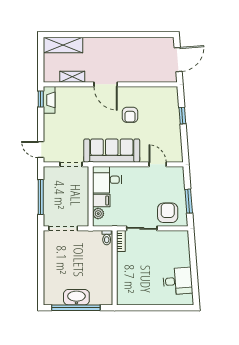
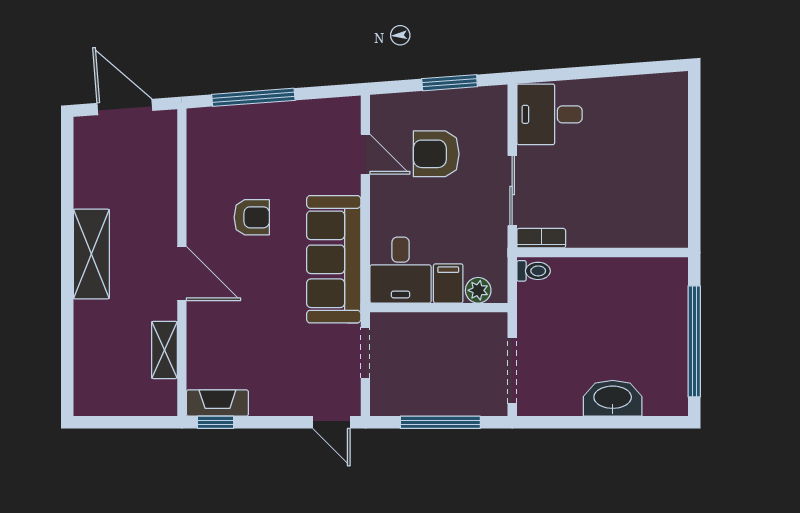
shelving: (63, 45) -> (91, 254), moved
door: (106, 84) -> (182, 273), hinge flipped
window: (182, 116) -> (253, 97), width x2.17
door: (41, 150) -> (331, 422), hinge flipped
door: (158, 164) -> (365, 154), swing flipped
armchair: (168, 213) -> (436, 154), moved
desk: (178, 281) -> (549, 114), moved, turned -86
washbasin: (76, 297) -> (613, 398), moved, turned 90

